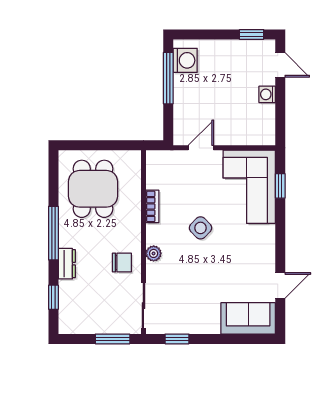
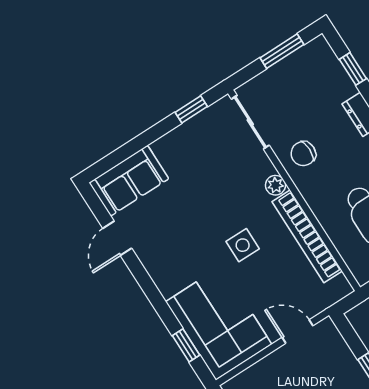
door: (201, 148) -> (297, 332), swing flipped
bookcase: (152, 206) -> (307, 236), width x2.31, depth x1.31
side table: (200, 228) -> (243, 245), turned 45
window: (113, 339) -> (282, 51), moved

